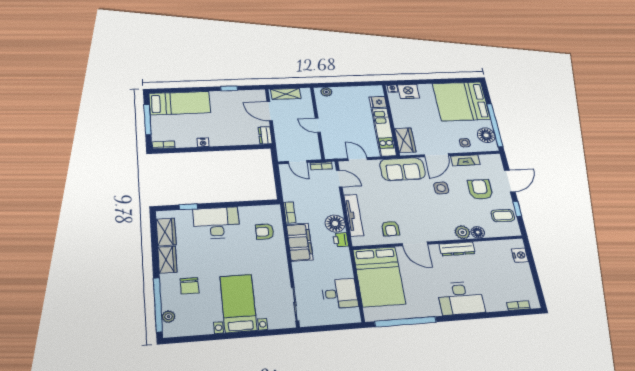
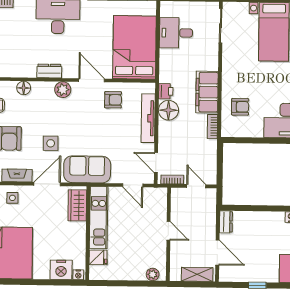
armchair: (391, 229) -> (113, 100), turned 90
plant: (462, 232) -> (63, 90), moved
dresser: (457, 249) -> (49, 71), width x0.70

